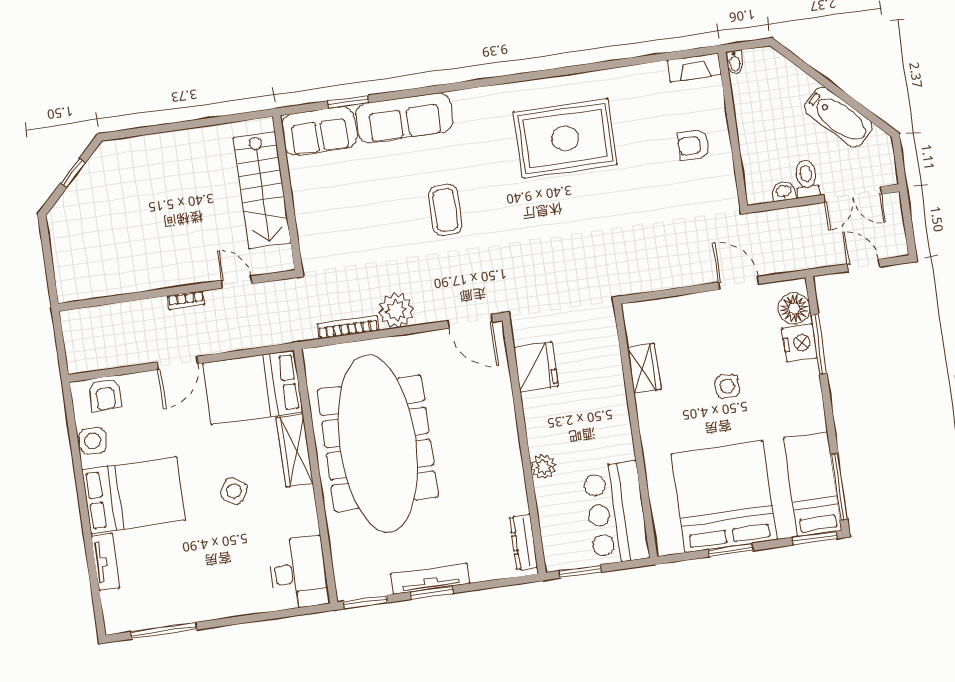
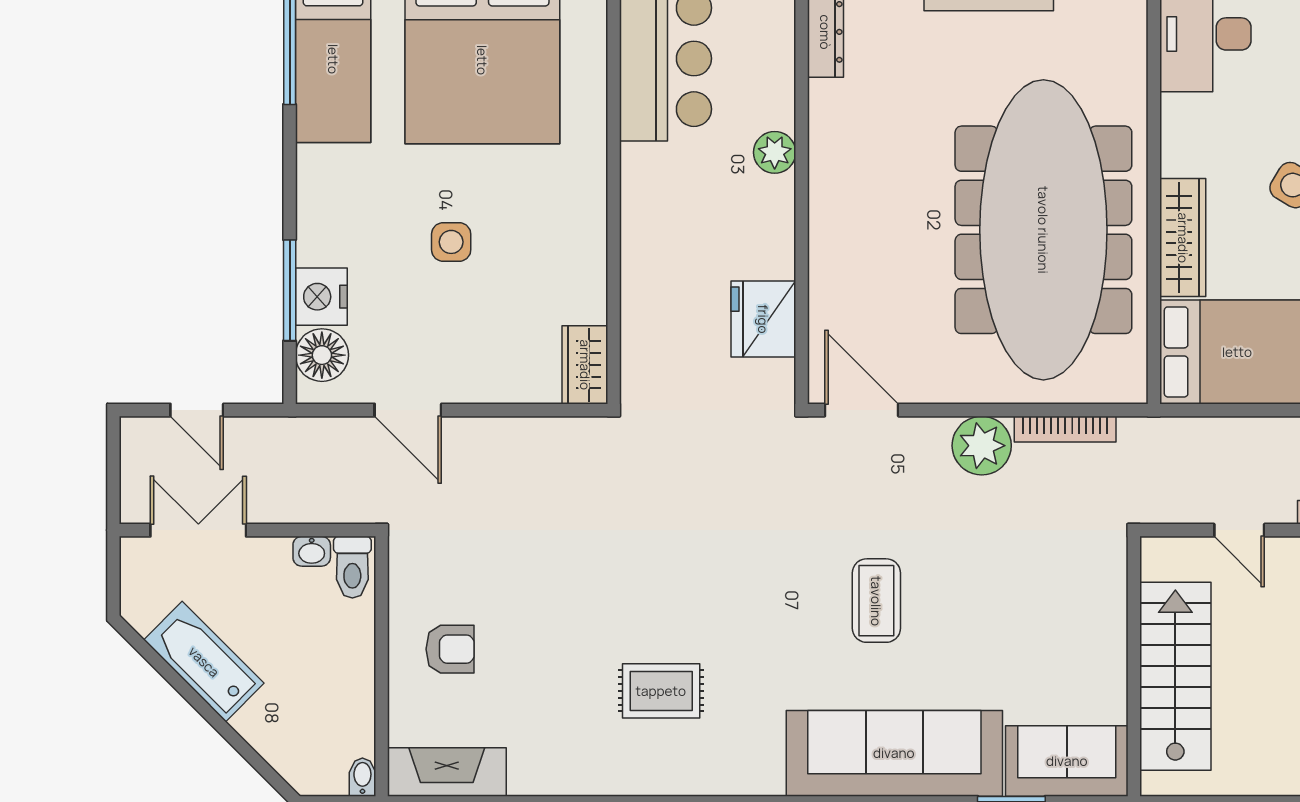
fireplace: (694, 67) -> (447, 772), width x1.37, depth x1.32
sofa: (404, 118) -> (894, 753), width x1.36, depth x1.27
rug: (565, 138) -> (661, 691), width x0.54, depth x0.49
toilet: (806, 179) -> (352, 567), moved
wardrobe: (644, 368) -> (585, 365), moved

